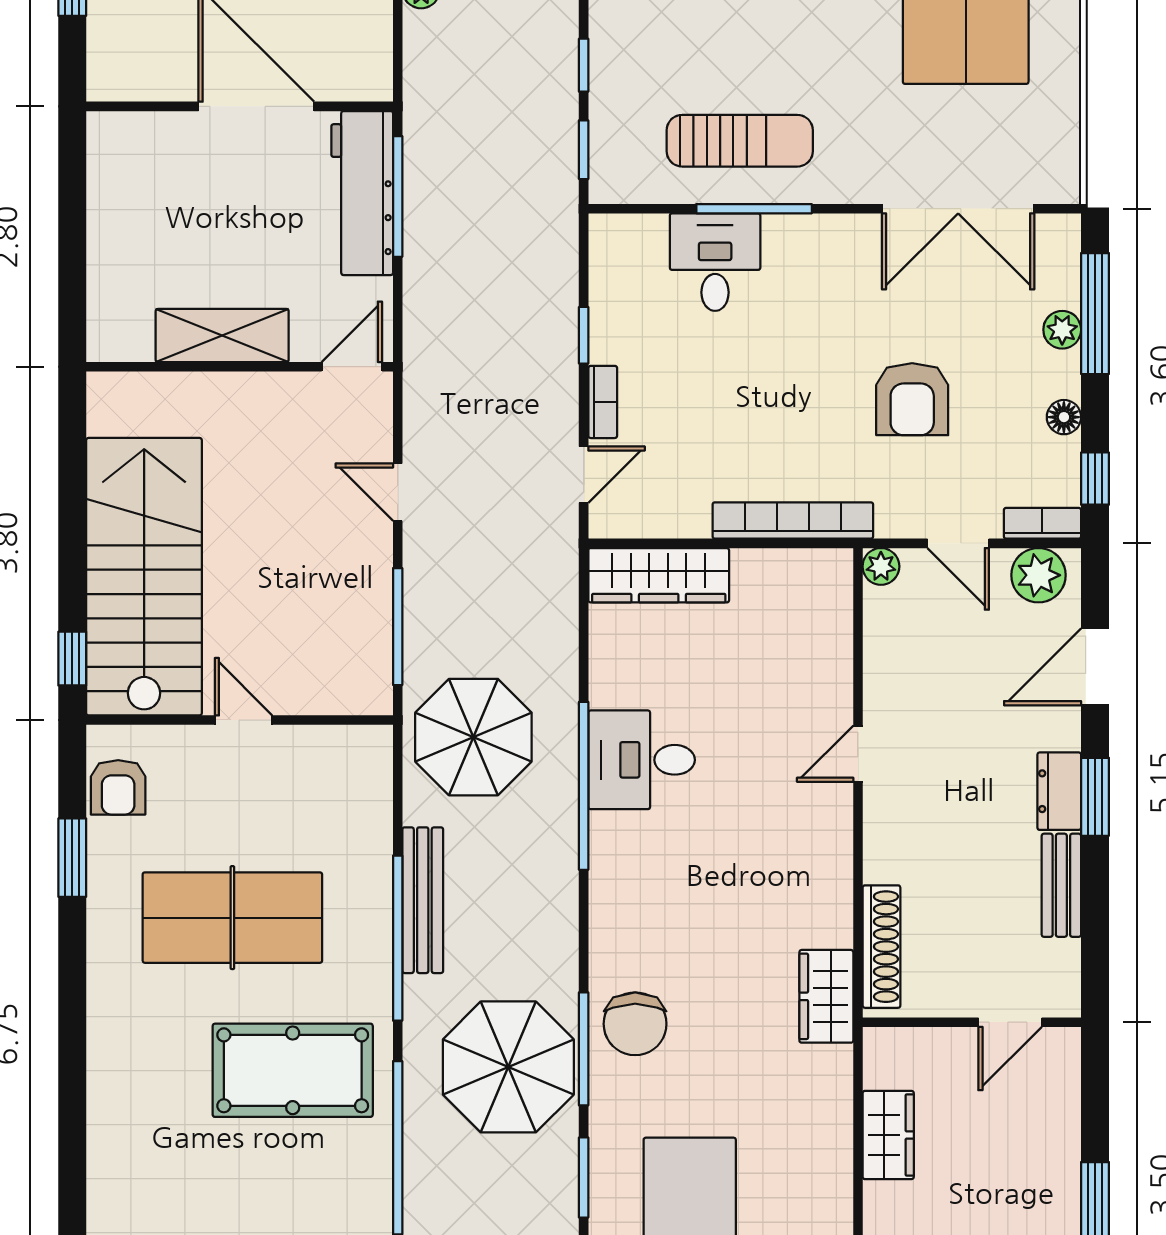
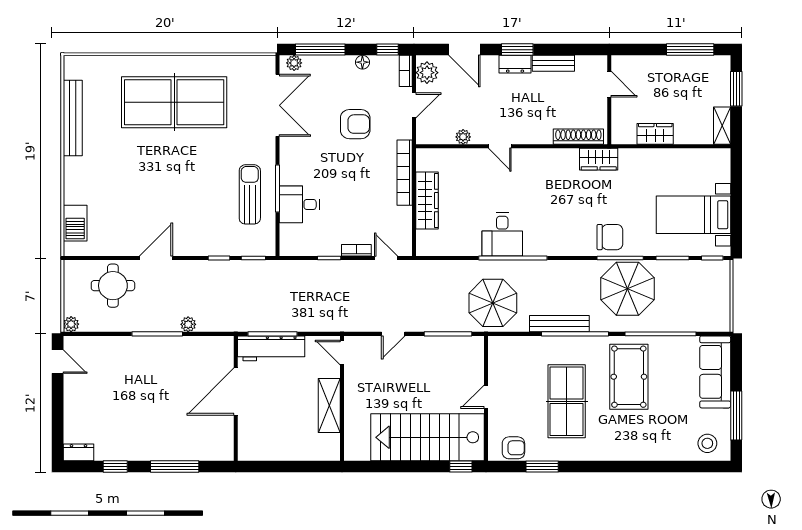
plant: (1062, 330) -> (294, 63), moved
plant: (881, 566) -> (463, 137), moved
wardrobe: (659, 575) -> (427, 201), moved

